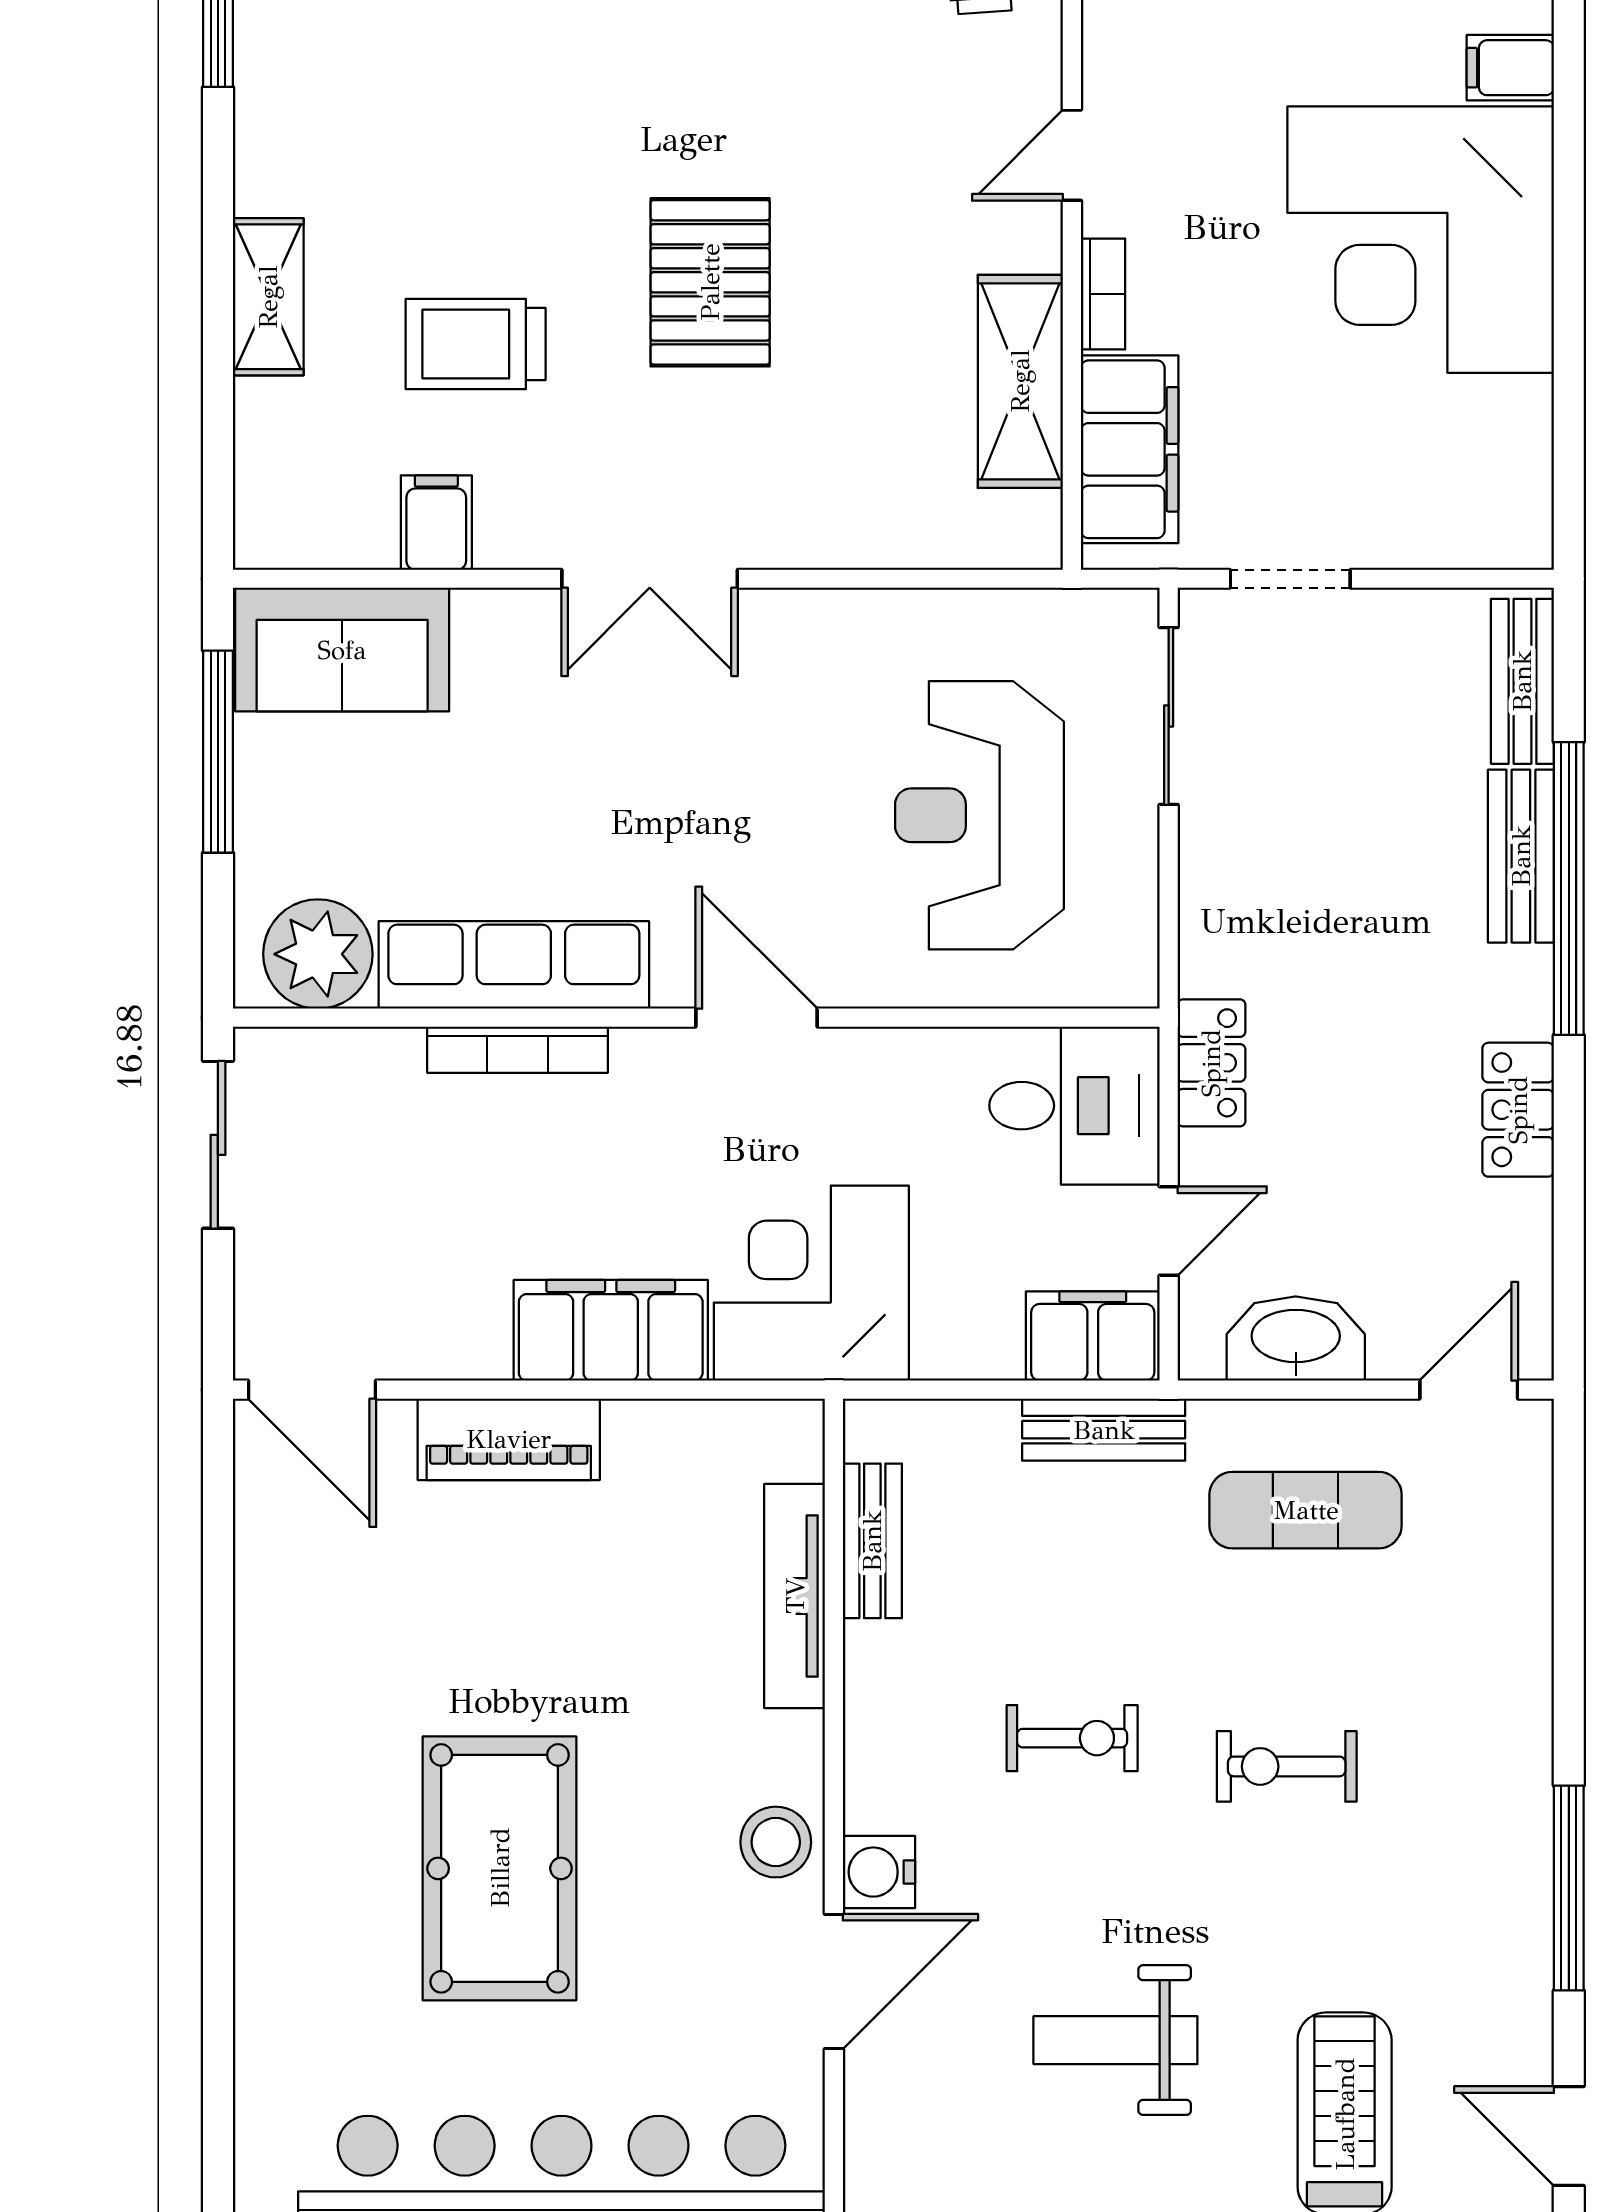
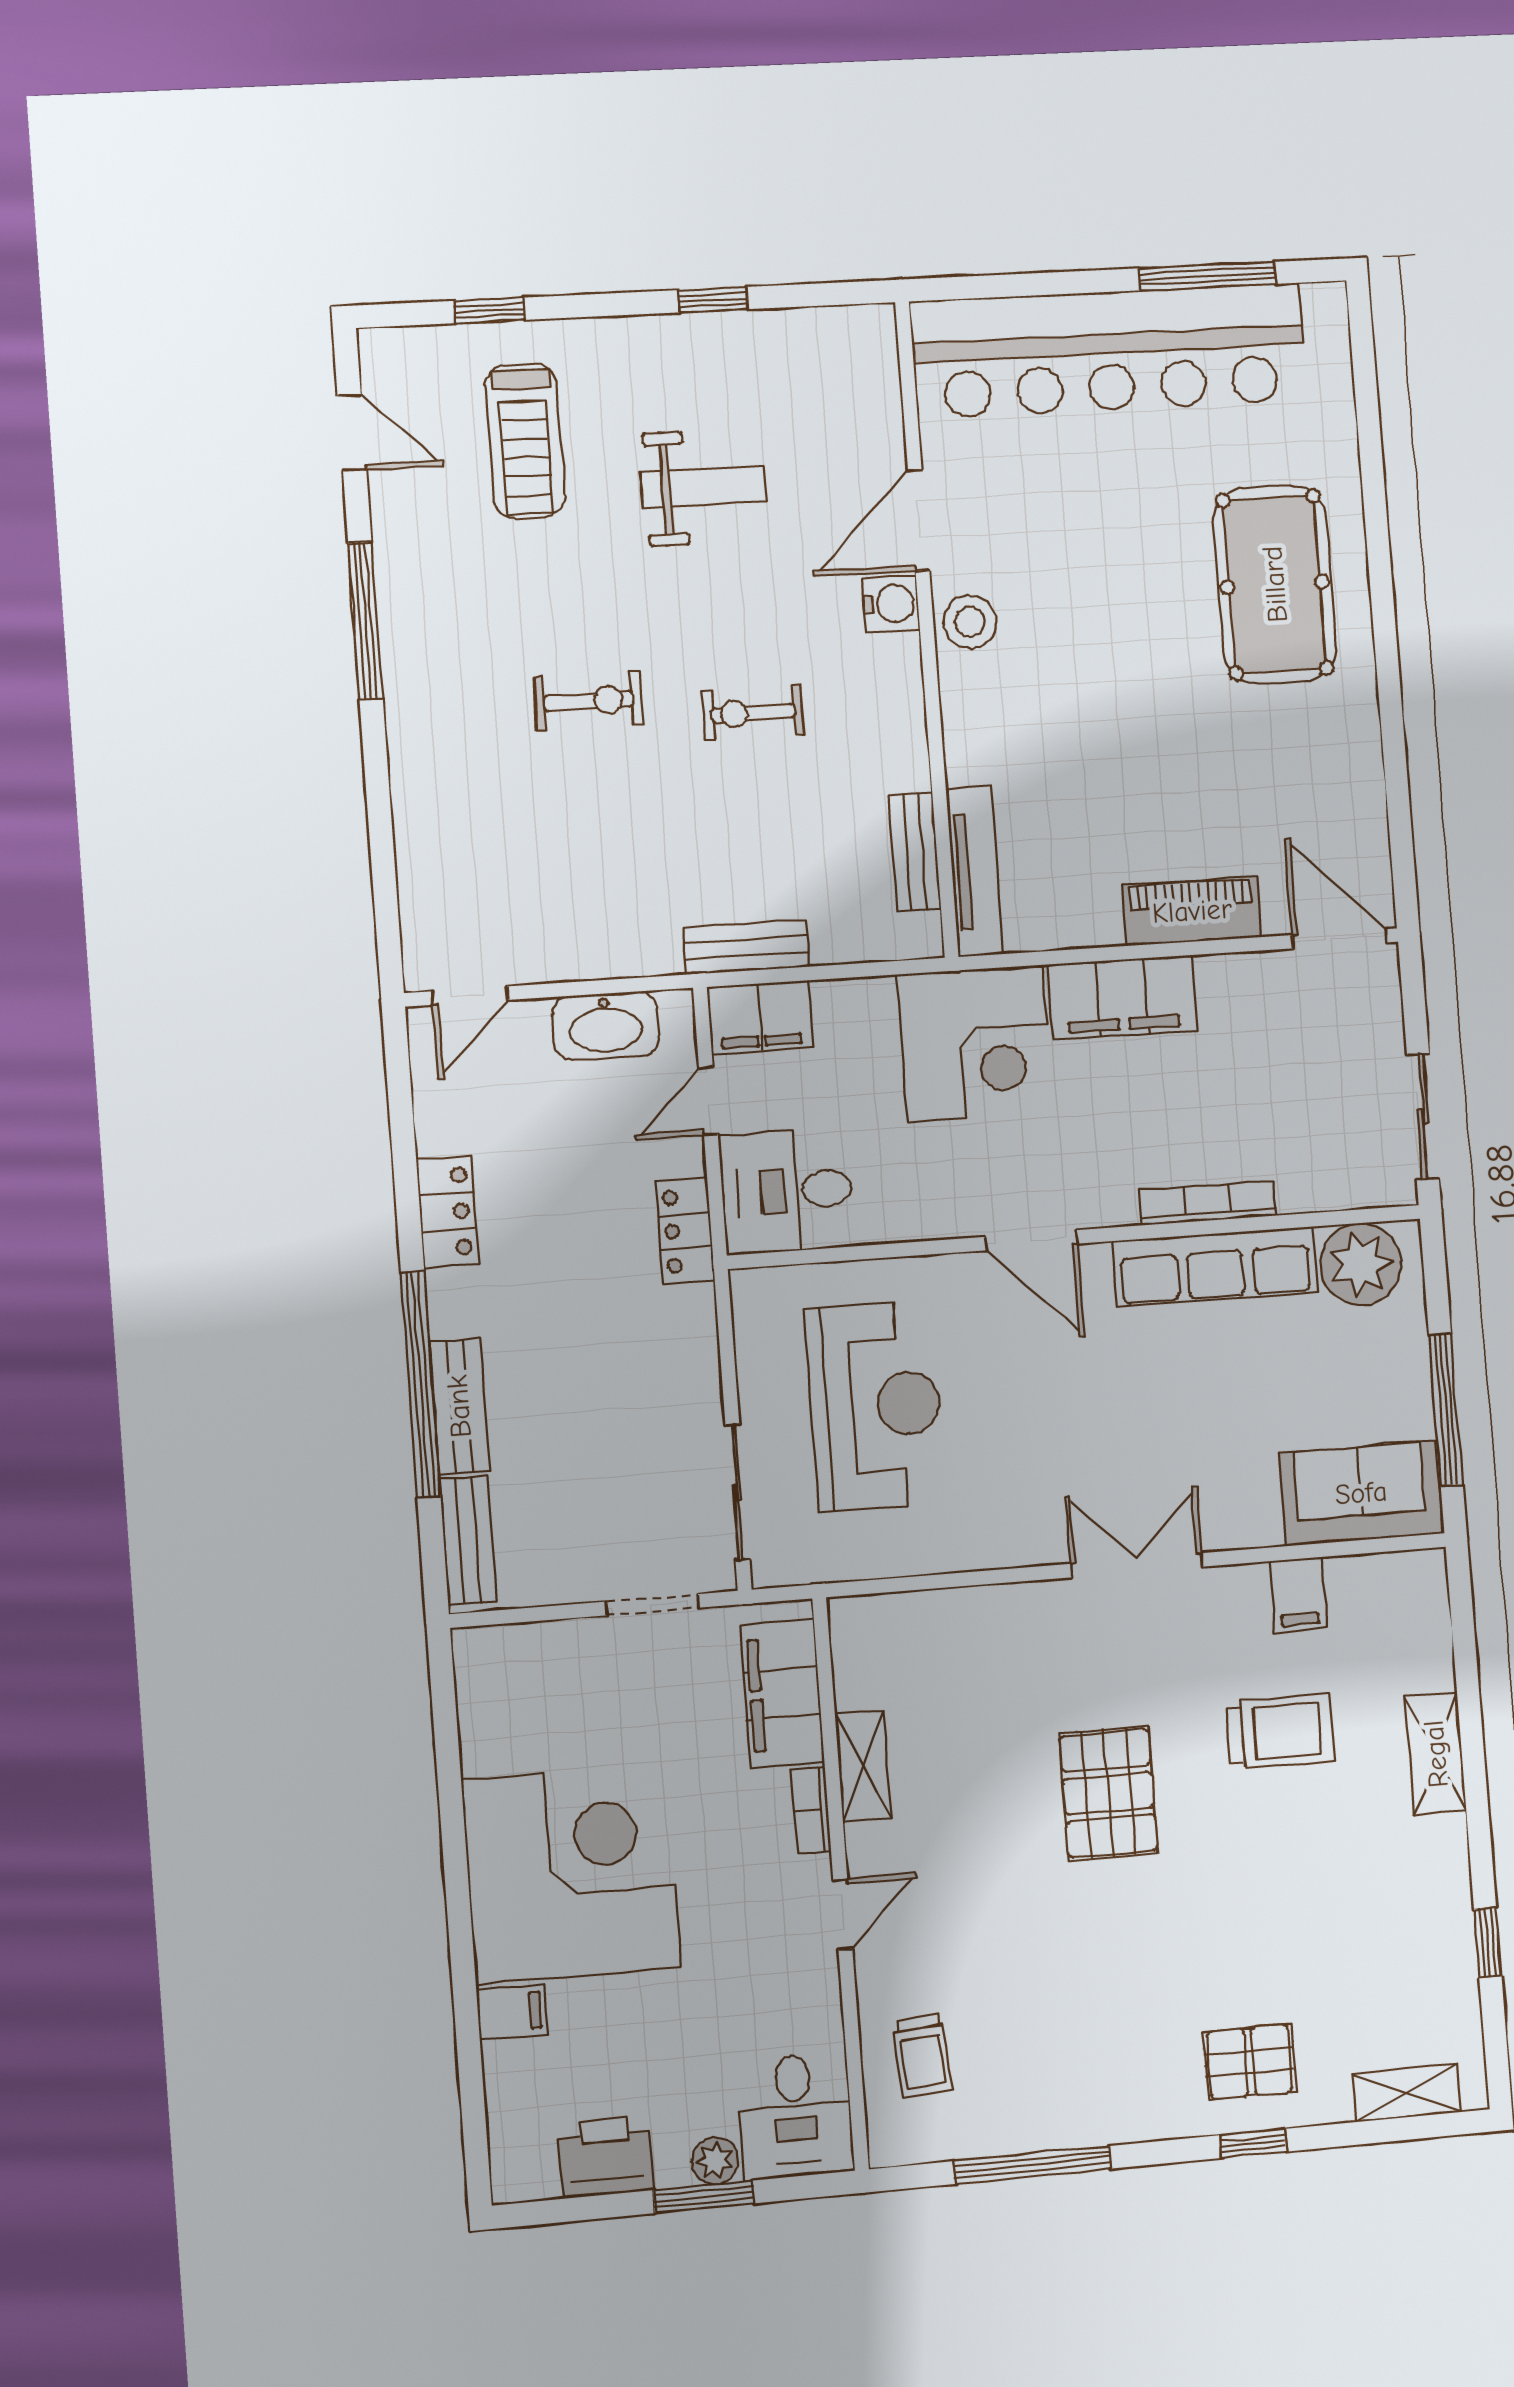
shelving: (1020, 381) -> (863, 1766), width x0.67, depth x0.75
exercise mat: (1306, 1510) -> (588, 896), removed
tv unit: (795, 1596) -> (975, 871), moved
pool table: (500, 1868) -> (1275, 584), moved

